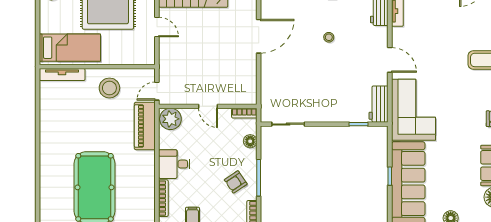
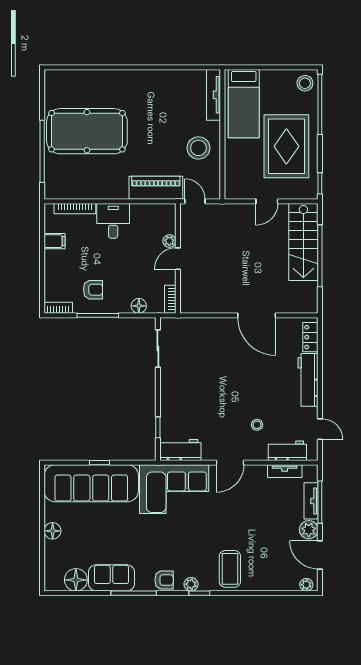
stool: (329, 37) -> (257, 425), moved
plant: (170, 119) -> (169, 241), moved, width x0.53, depth x0.53
armchair: (236, 182) -> (93, 290), turned 124

